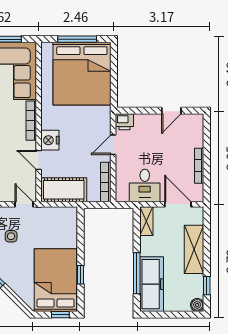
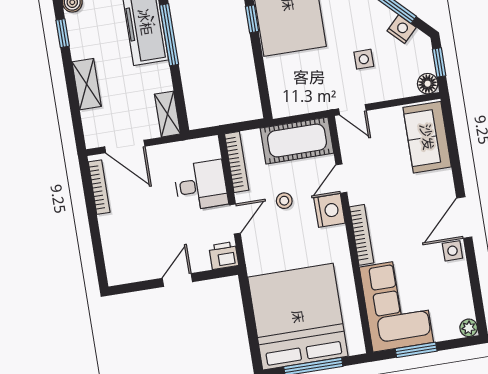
door: (171, 111) -> (177, 280), moved
stool: (79, 151) -> (284, 201), added
door: (39, 160) -> (341, 179), swing flipped
bookcase: (199, 166) -> (99, 187), moved
desk: (145, 186) -> (201, 185), moved, turned 90
shelving: (194, 249) -> (87, 84), width x0.67, depth x0.75

